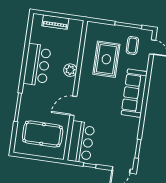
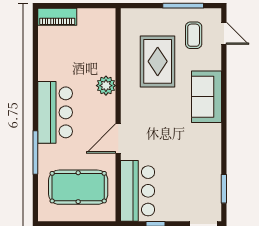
piano: (55, 22) -> (57, 17), moved
bar counter: (37, 65) -> (55, 112), moved
sofa: (134, 93) -> (207, 97), width x0.73

